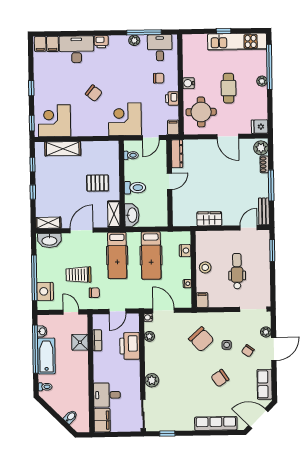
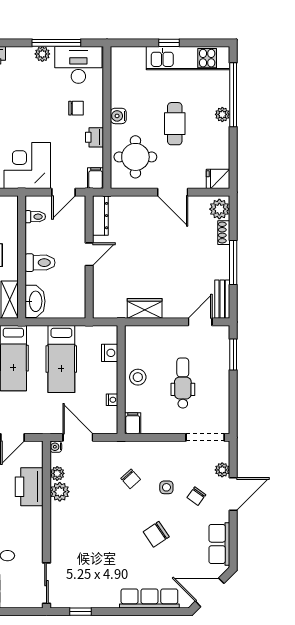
desk: (160, 48) -> (78, 65), width x1.37
chair: (201, 339) -> (131, 479), width x0.54, depth x0.54
plant: (152, 380) -> (60, 492), moved

